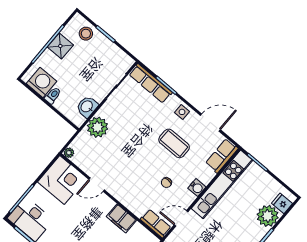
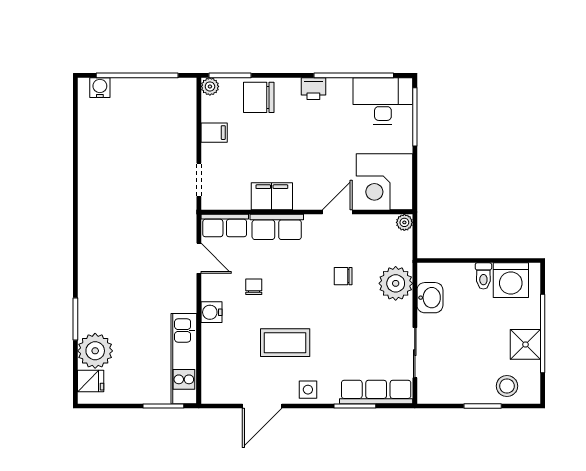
chair: (120, 152) -> (343, 276), added
row of seats: (222, 156) -> (277, 227), moved, turned 90
kitchen unit: (222, 184) -> (184, 359), width x0.73
door: (181, 218) -> (199, 258), hinge flipped

